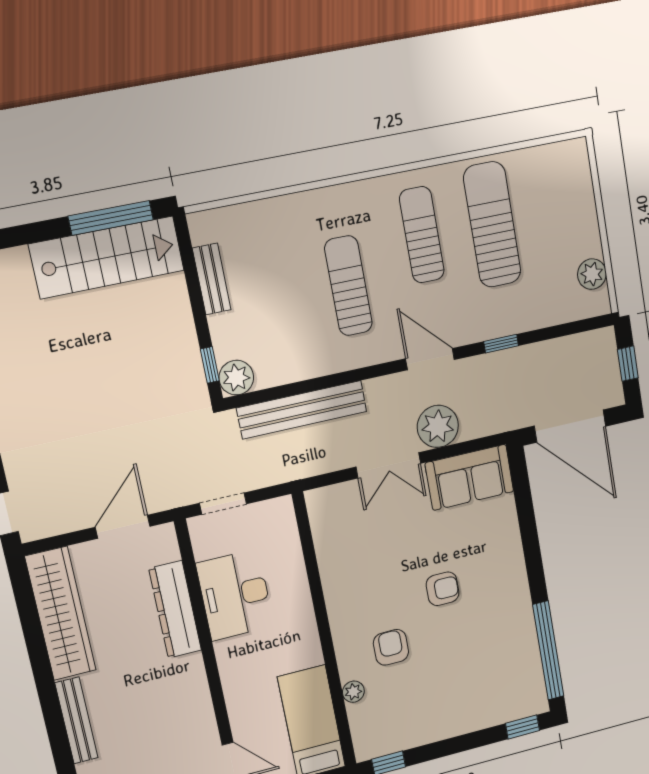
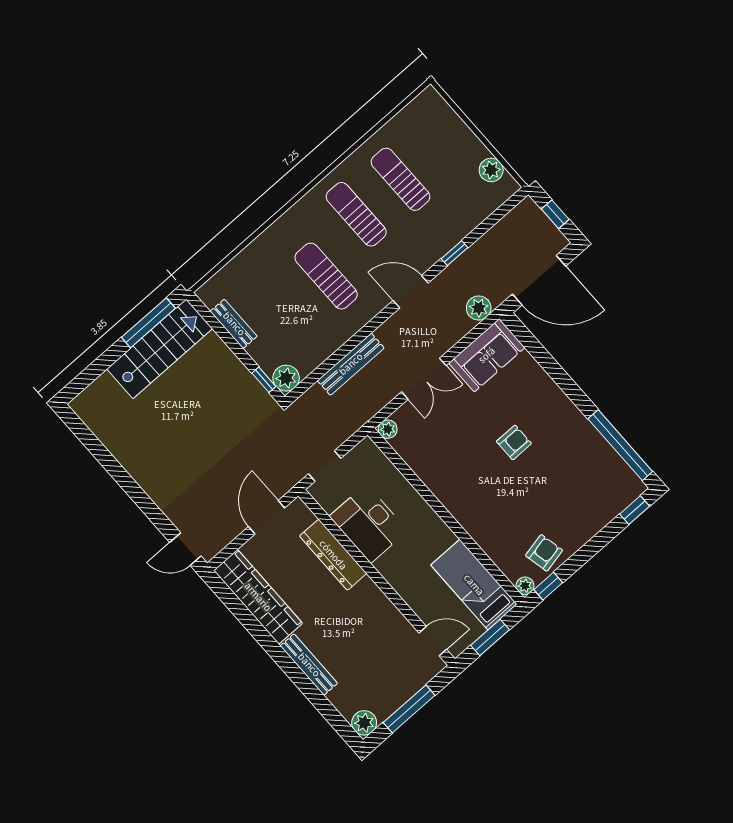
sun lounger: (492, 225) -> (400, 179), width x0.73, depth x0.75
bench: (302, 410) -> (351, 364), width x0.73, depth x0.82
plant: (438, 426) -> (479, 308), moved, width x0.73, depth x0.73
plant: (317, 500) -> (388, 429), added
armchair: (391, 647) -> (544, 553), moved, turned 78
plant: (353, 692) -> (525, 586), moved

